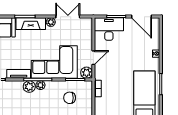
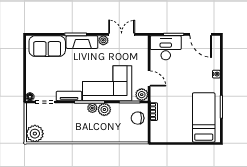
door: (93, 58) -> (149, 78), hinge flipped
plant: (29, 87) -> (104, 109), moved
chair: (70, 98) -> (138, 118), moved

